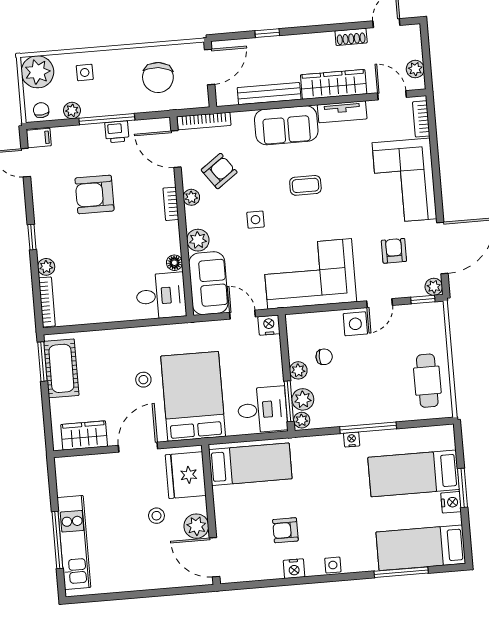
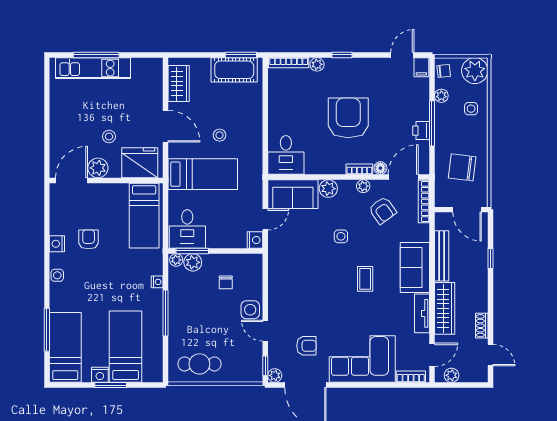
armchair: (95, 194) -> (348, 118), moved, width x1.36, depth x1.36
floor lamp: (174, 263) -> (380, 168), moved
corner sofa: (310, 274) -> (294, 276), removed
plant: (298, 370) -> (216, 261), removed
bed: (193, 396) -> (203, 174), width x0.67
nightstand: (352, 439) -> (157, 282), moved

